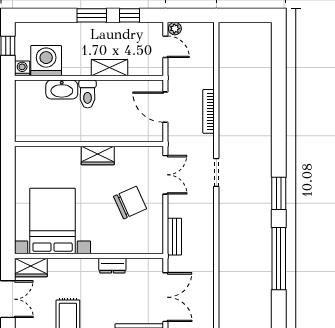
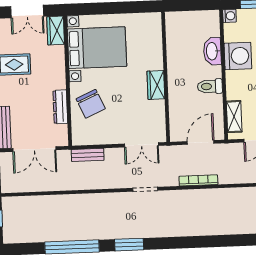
washing machine: (46, 61) -> (238, 56), moved
shelving: (110, 68) -> (234, 117), moved
toilet: (88, 94) -> (210, 86), moved
chair: (130, 203) -> (91, 104), moved
dresser: (112, 266) -> (60, 107), width x1.44

